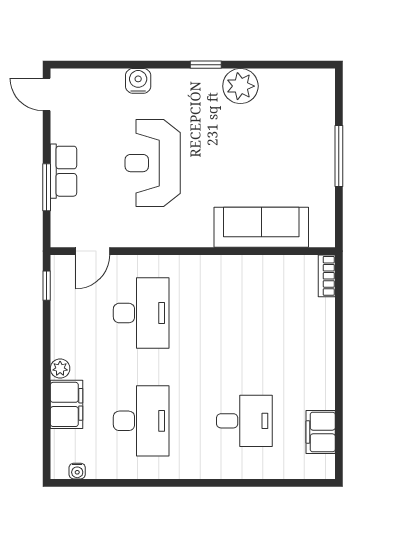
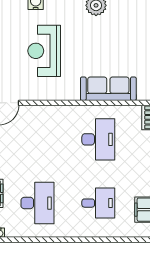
desk: (141, 313) -> (98, 139), moved

